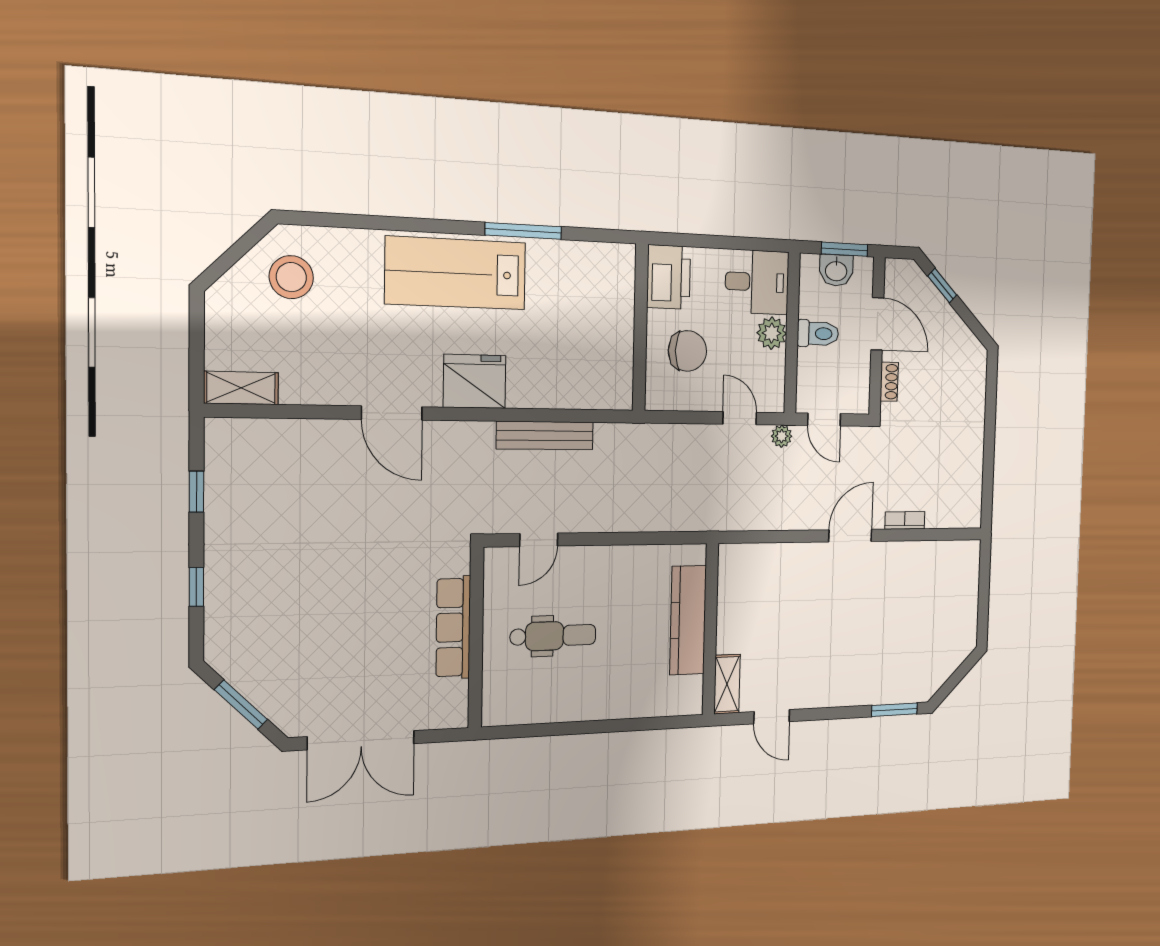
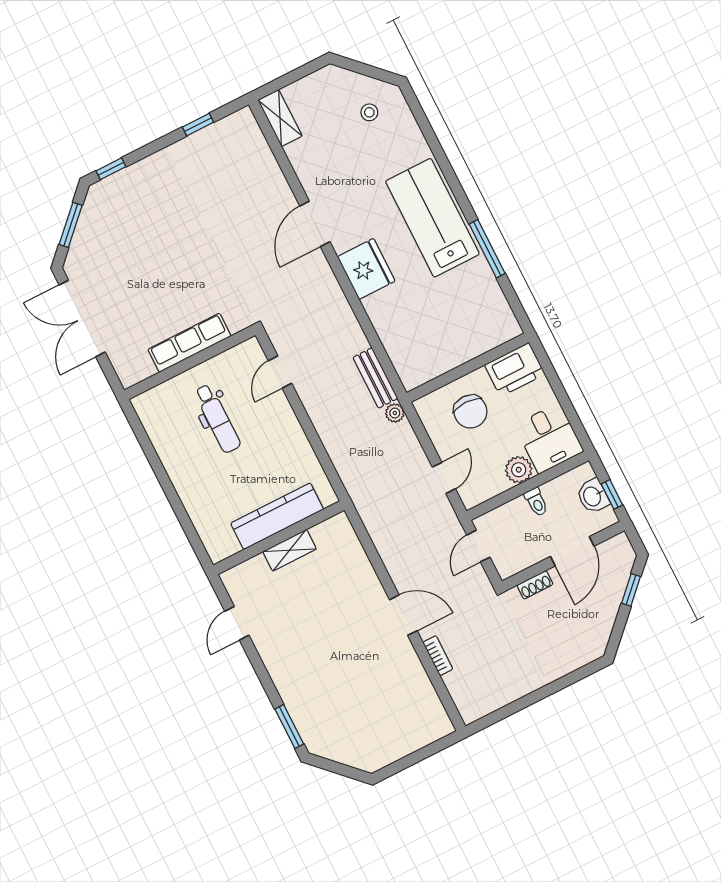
window: (844, 249) -> (612, 494), width x0.67
stool: (291, 277) -> (369, 112), width x0.53, depth x0.53
toilet: (818, 334) -> (536, 502), width x0.73, depth x0.72
bench: (545, 435) -> (375, 378), moved, width x0.73
plant: (782, 436) -> (395, 413), moved
door: (539, 540) -> (280, 372), hinge flipped
window: (196, 587) -> (111, 169), moved
shelving: (727, 684) -> (290, 550), moved

